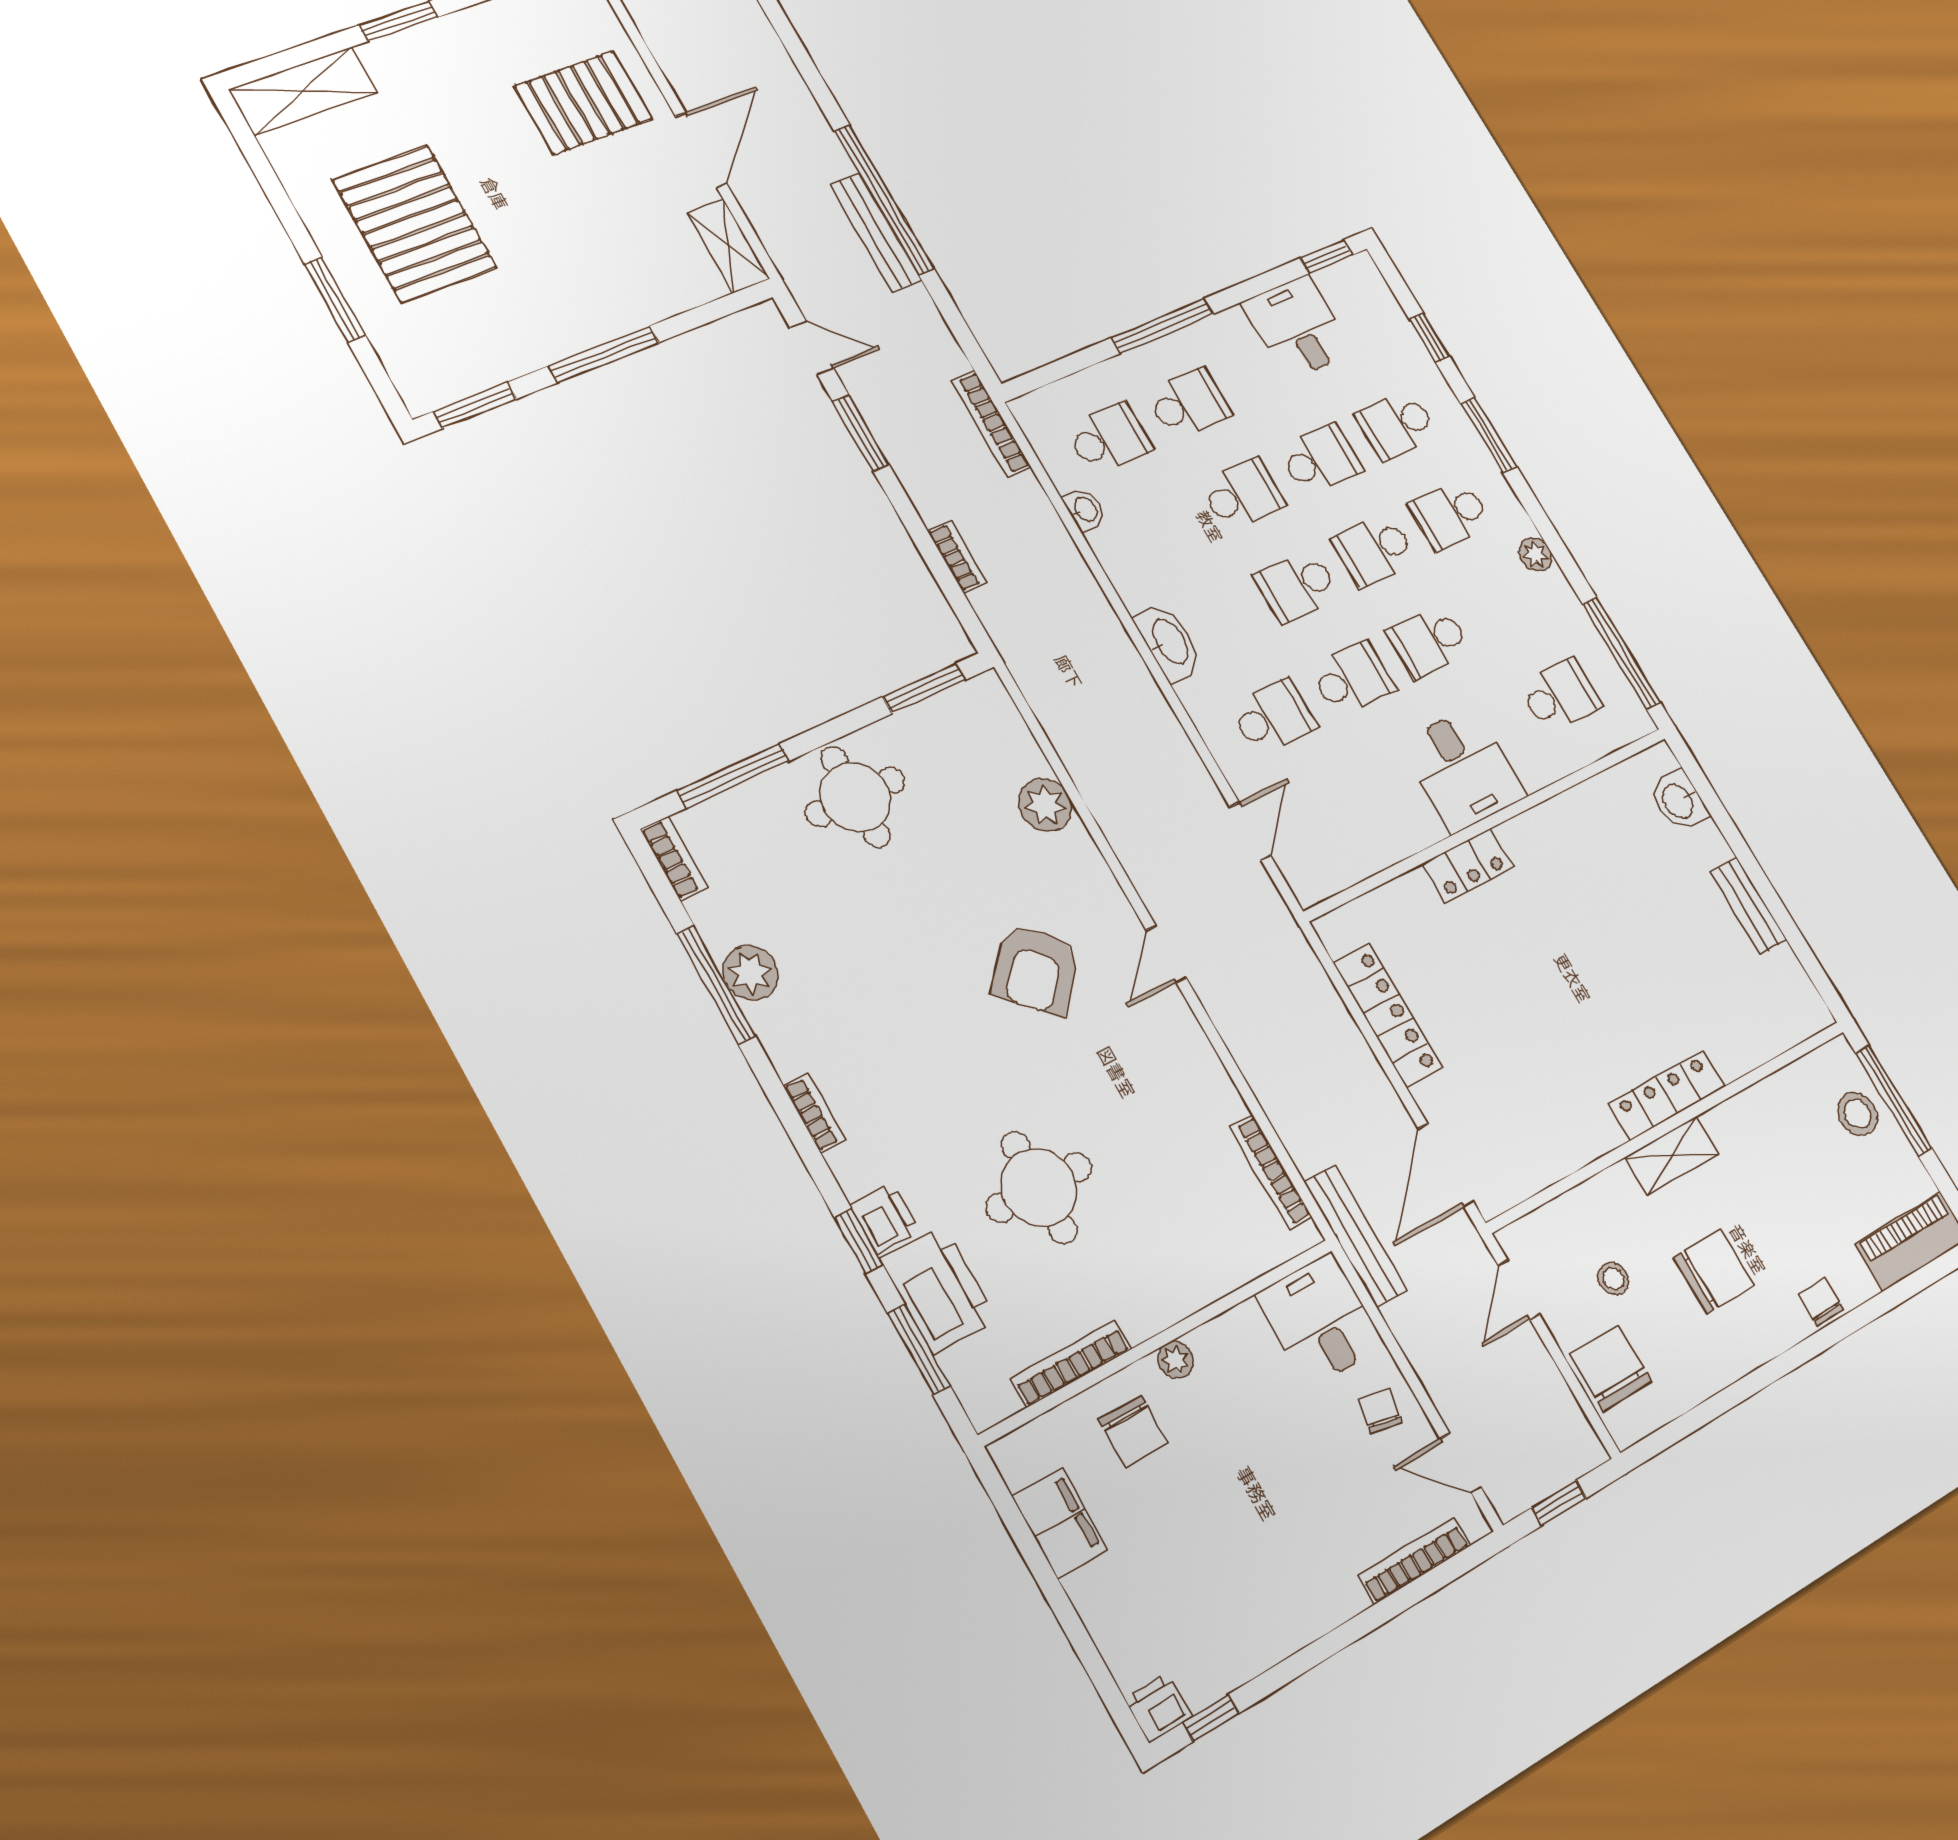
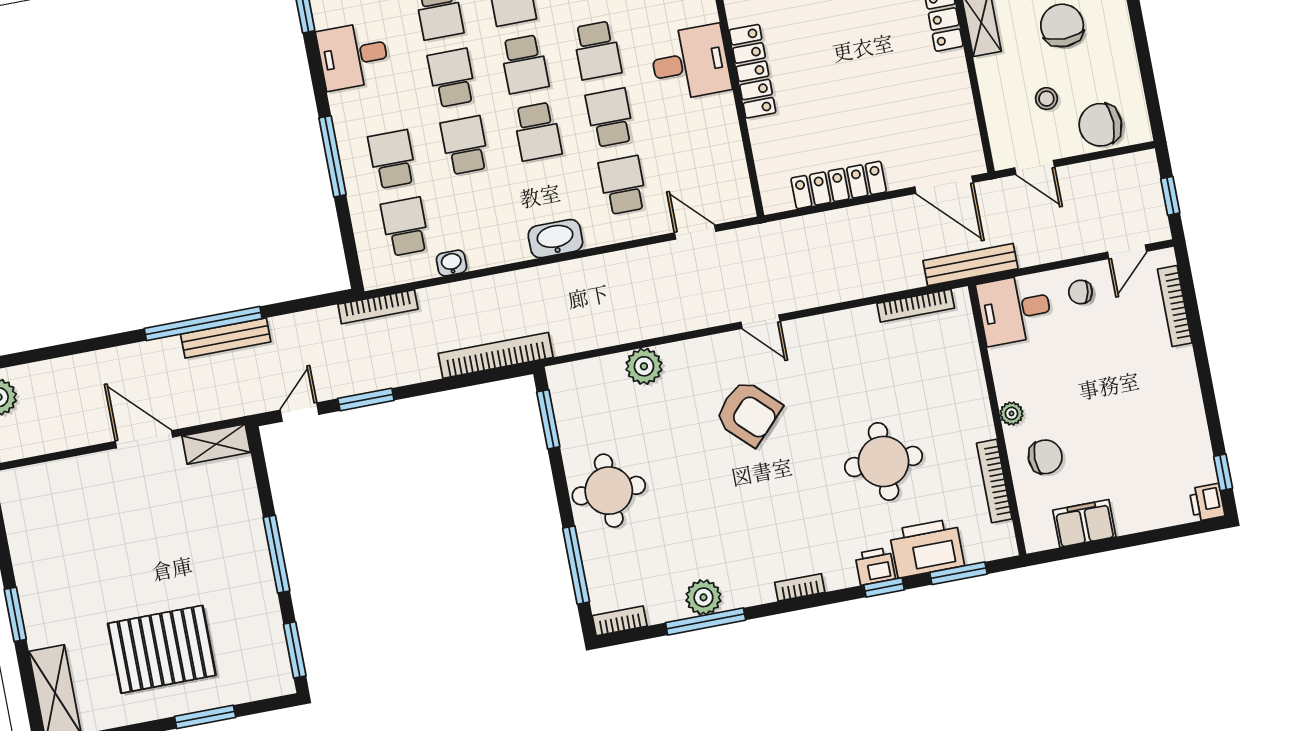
pallet: (583, 103) -> (95, 509), removed
bookcase: (957, 557) -> (496, 355), width x2.31, depth x1.31
locker: (1468, 866) -> (753, 71), width x1.53

